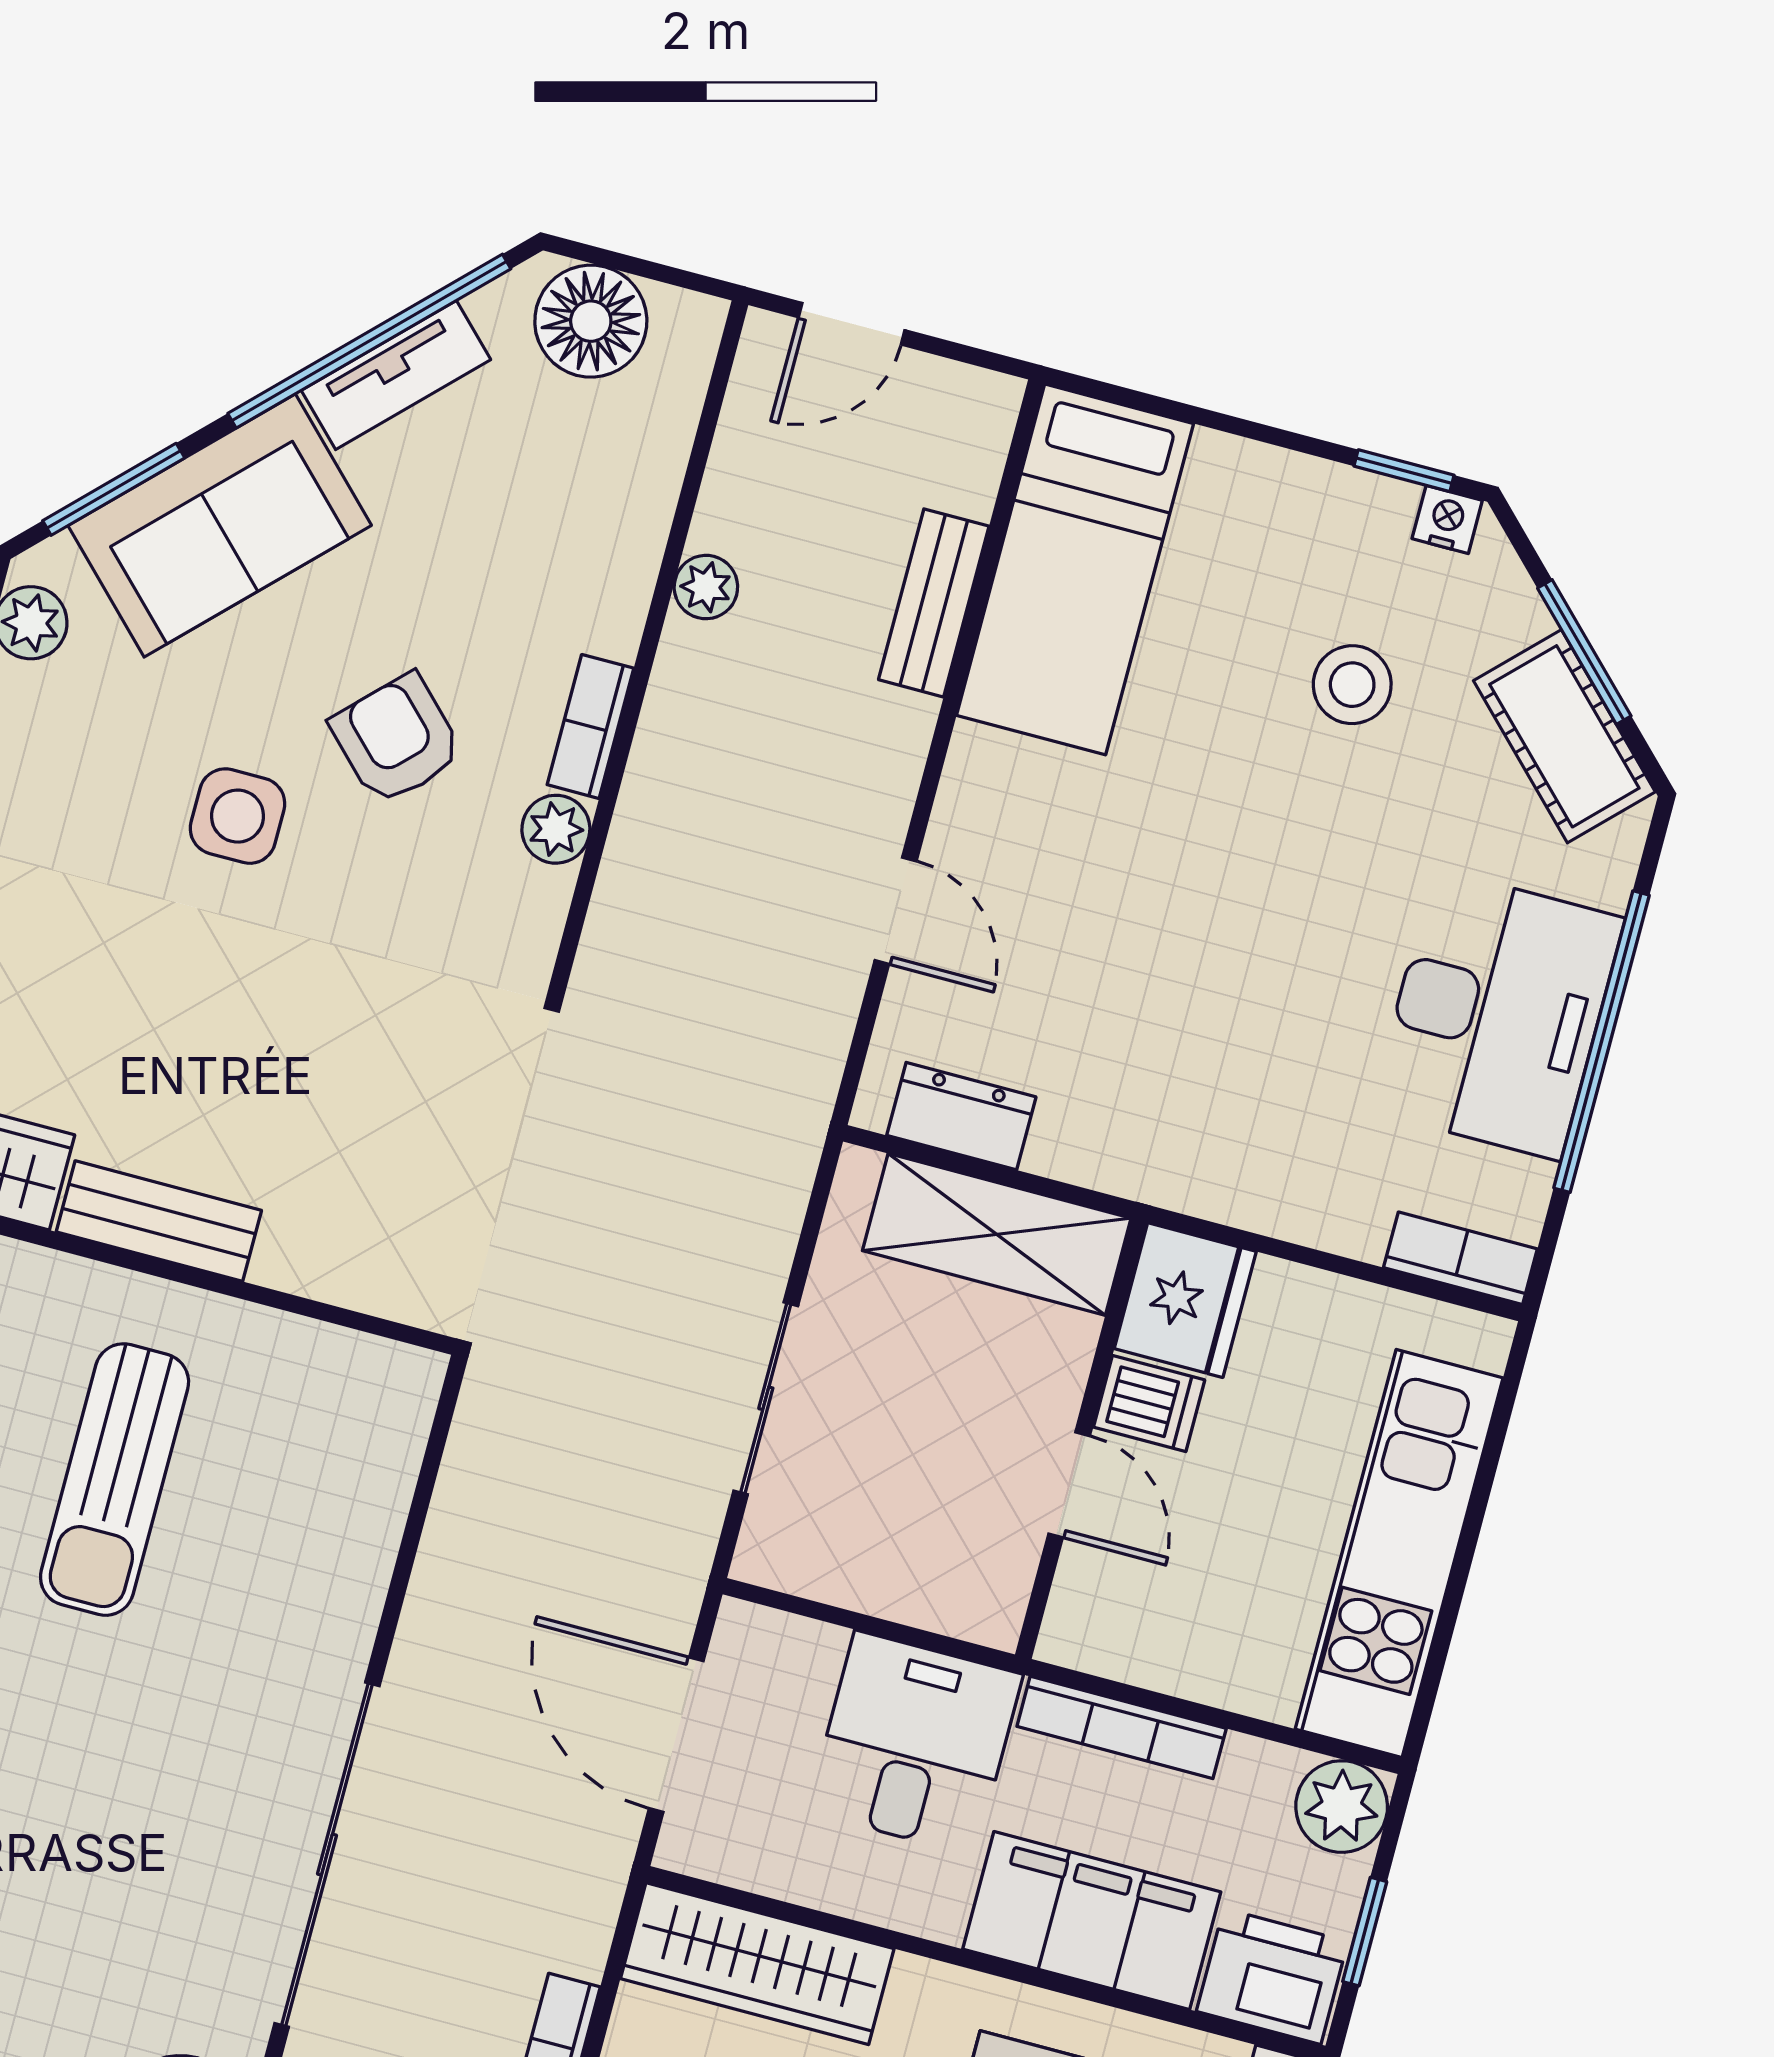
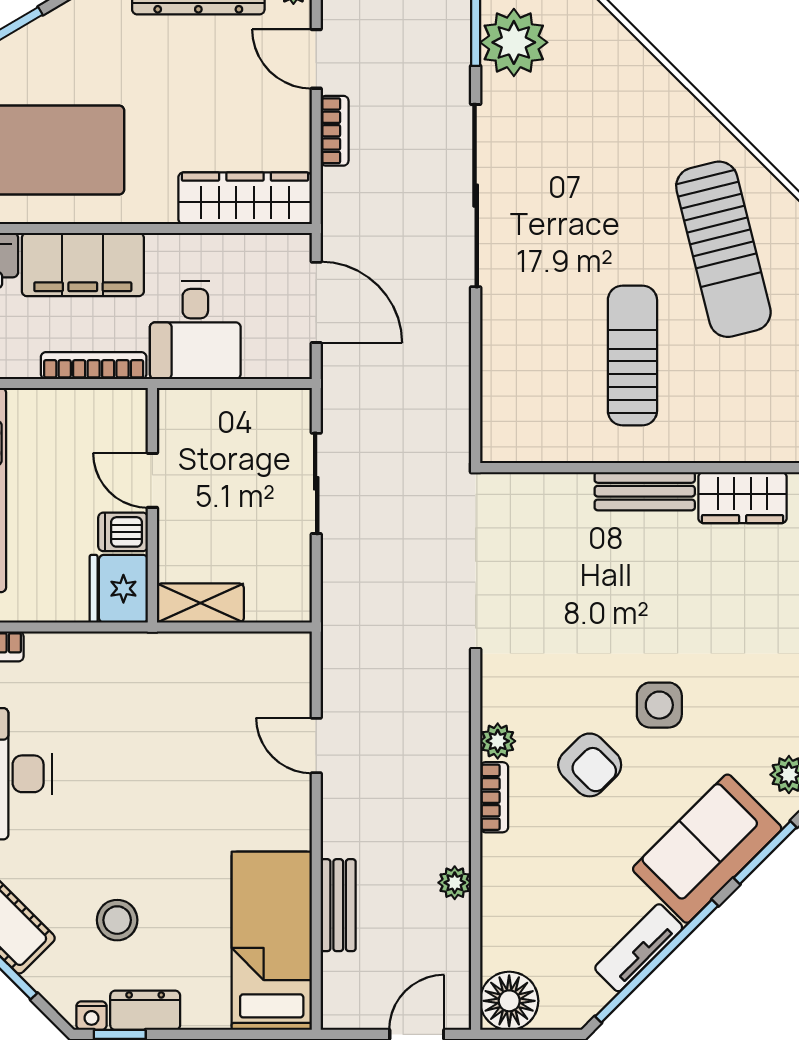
floor lamp: (591, 321) -> (509, 1001), moved
dresser: (961, 1116) -> (145, 1010), moved, turned 180
shelving: (997, 1234) -> (200, 603), width x0.67, depth x0.75

